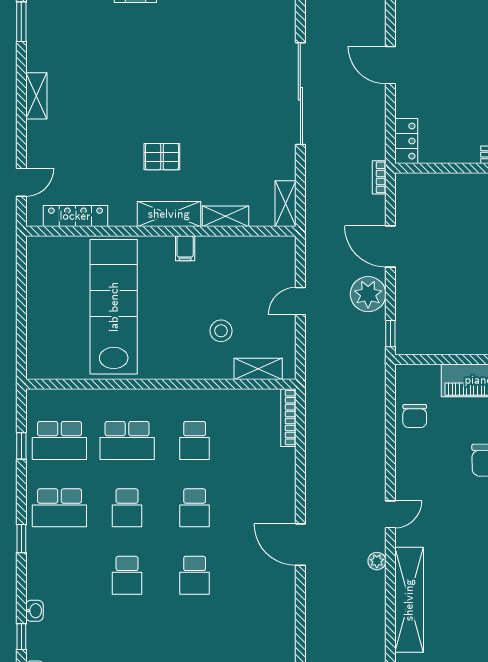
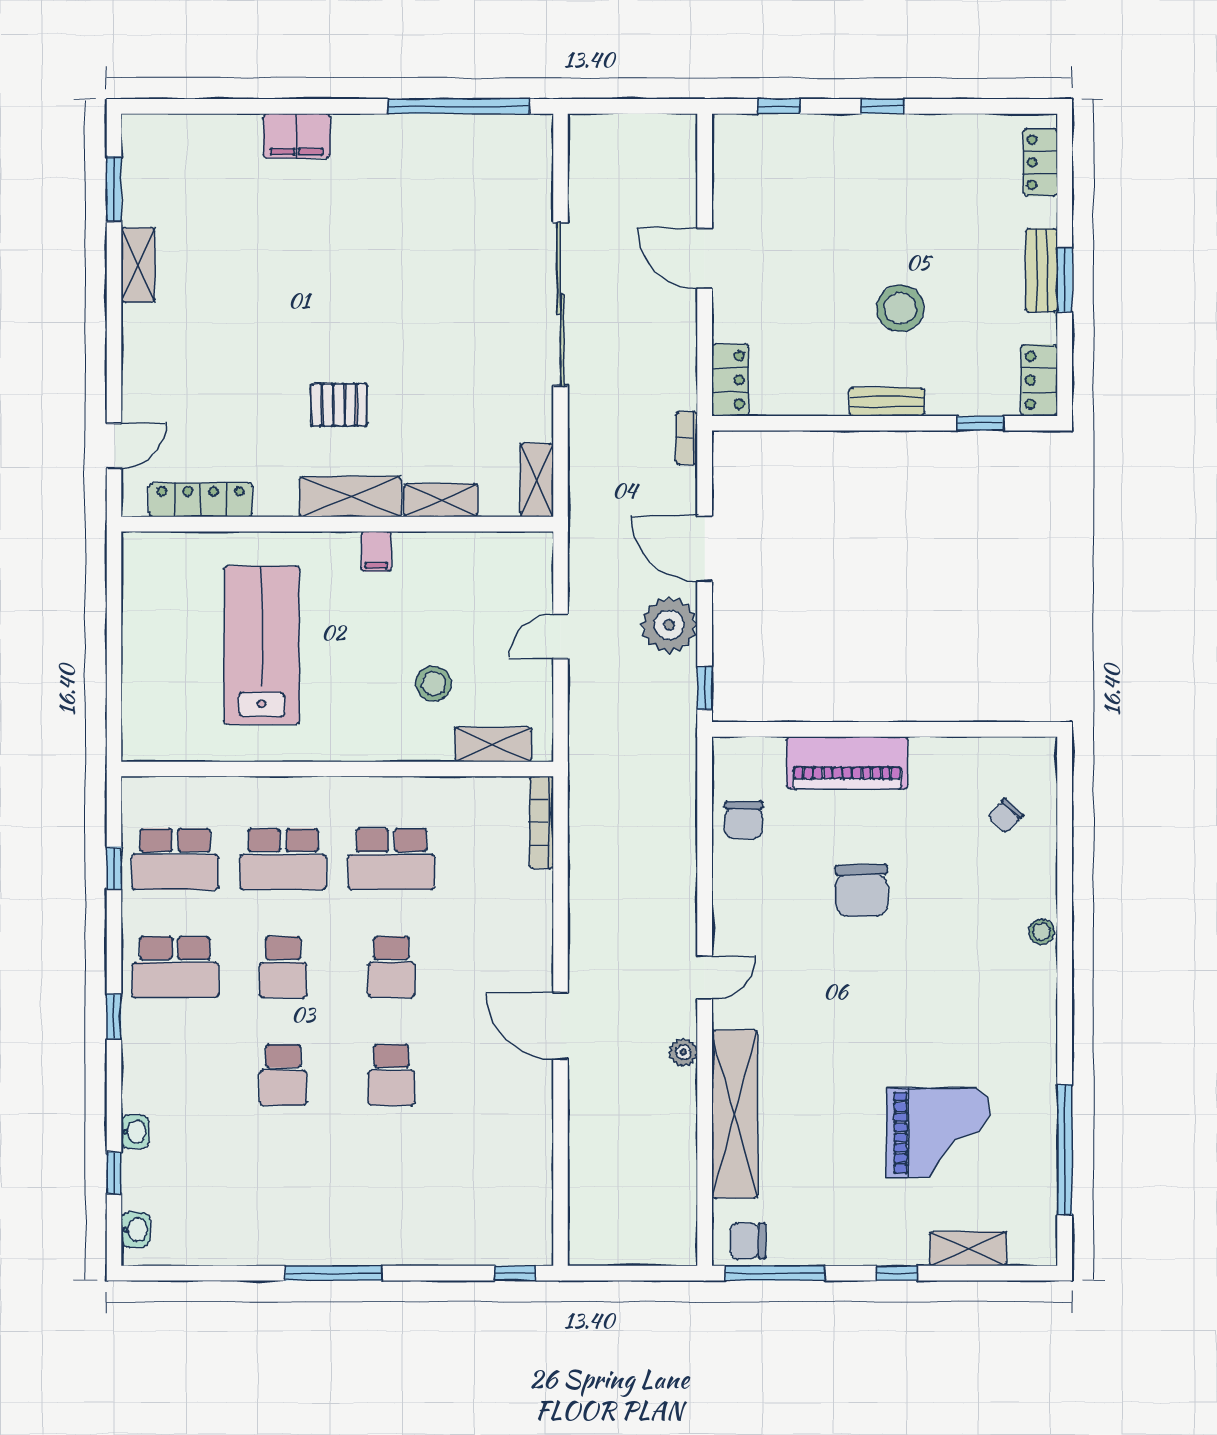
shelving: (36, 96) -> (138, 265), moved
lab bench: (114, 307) -> (262, 645), width x0.73
school desk: (195, 440) -> (391, 859), width x1.85

